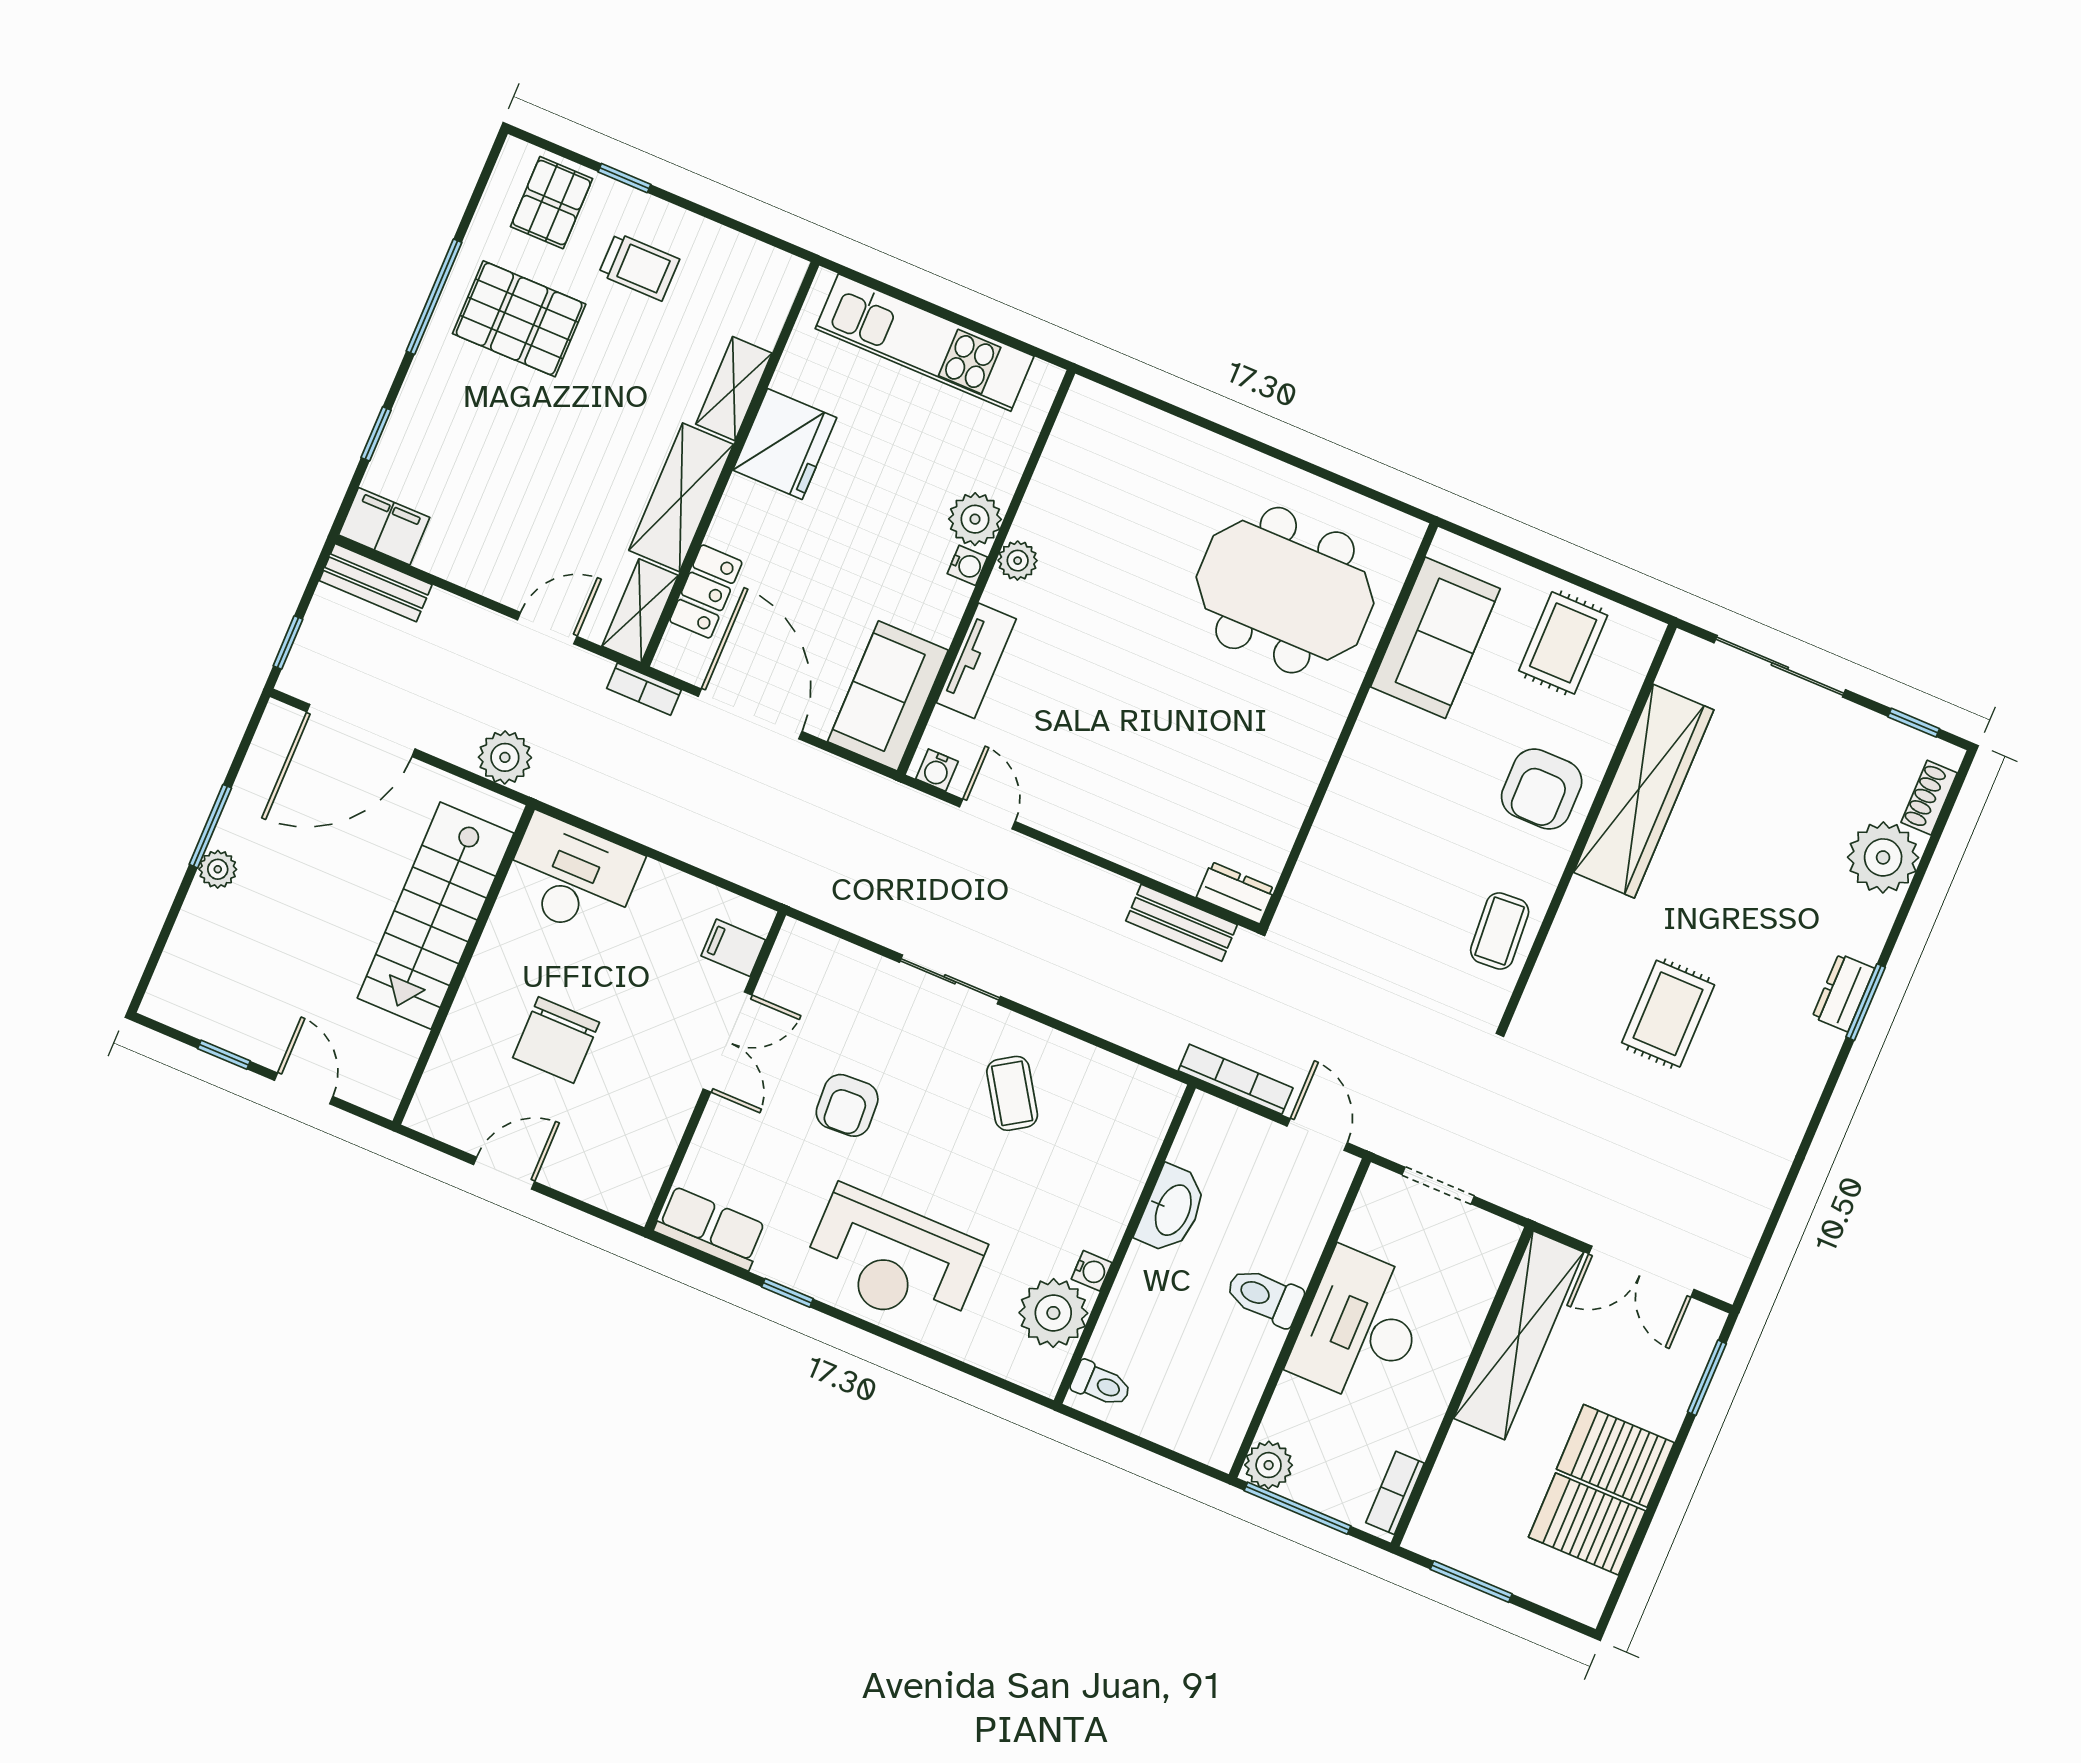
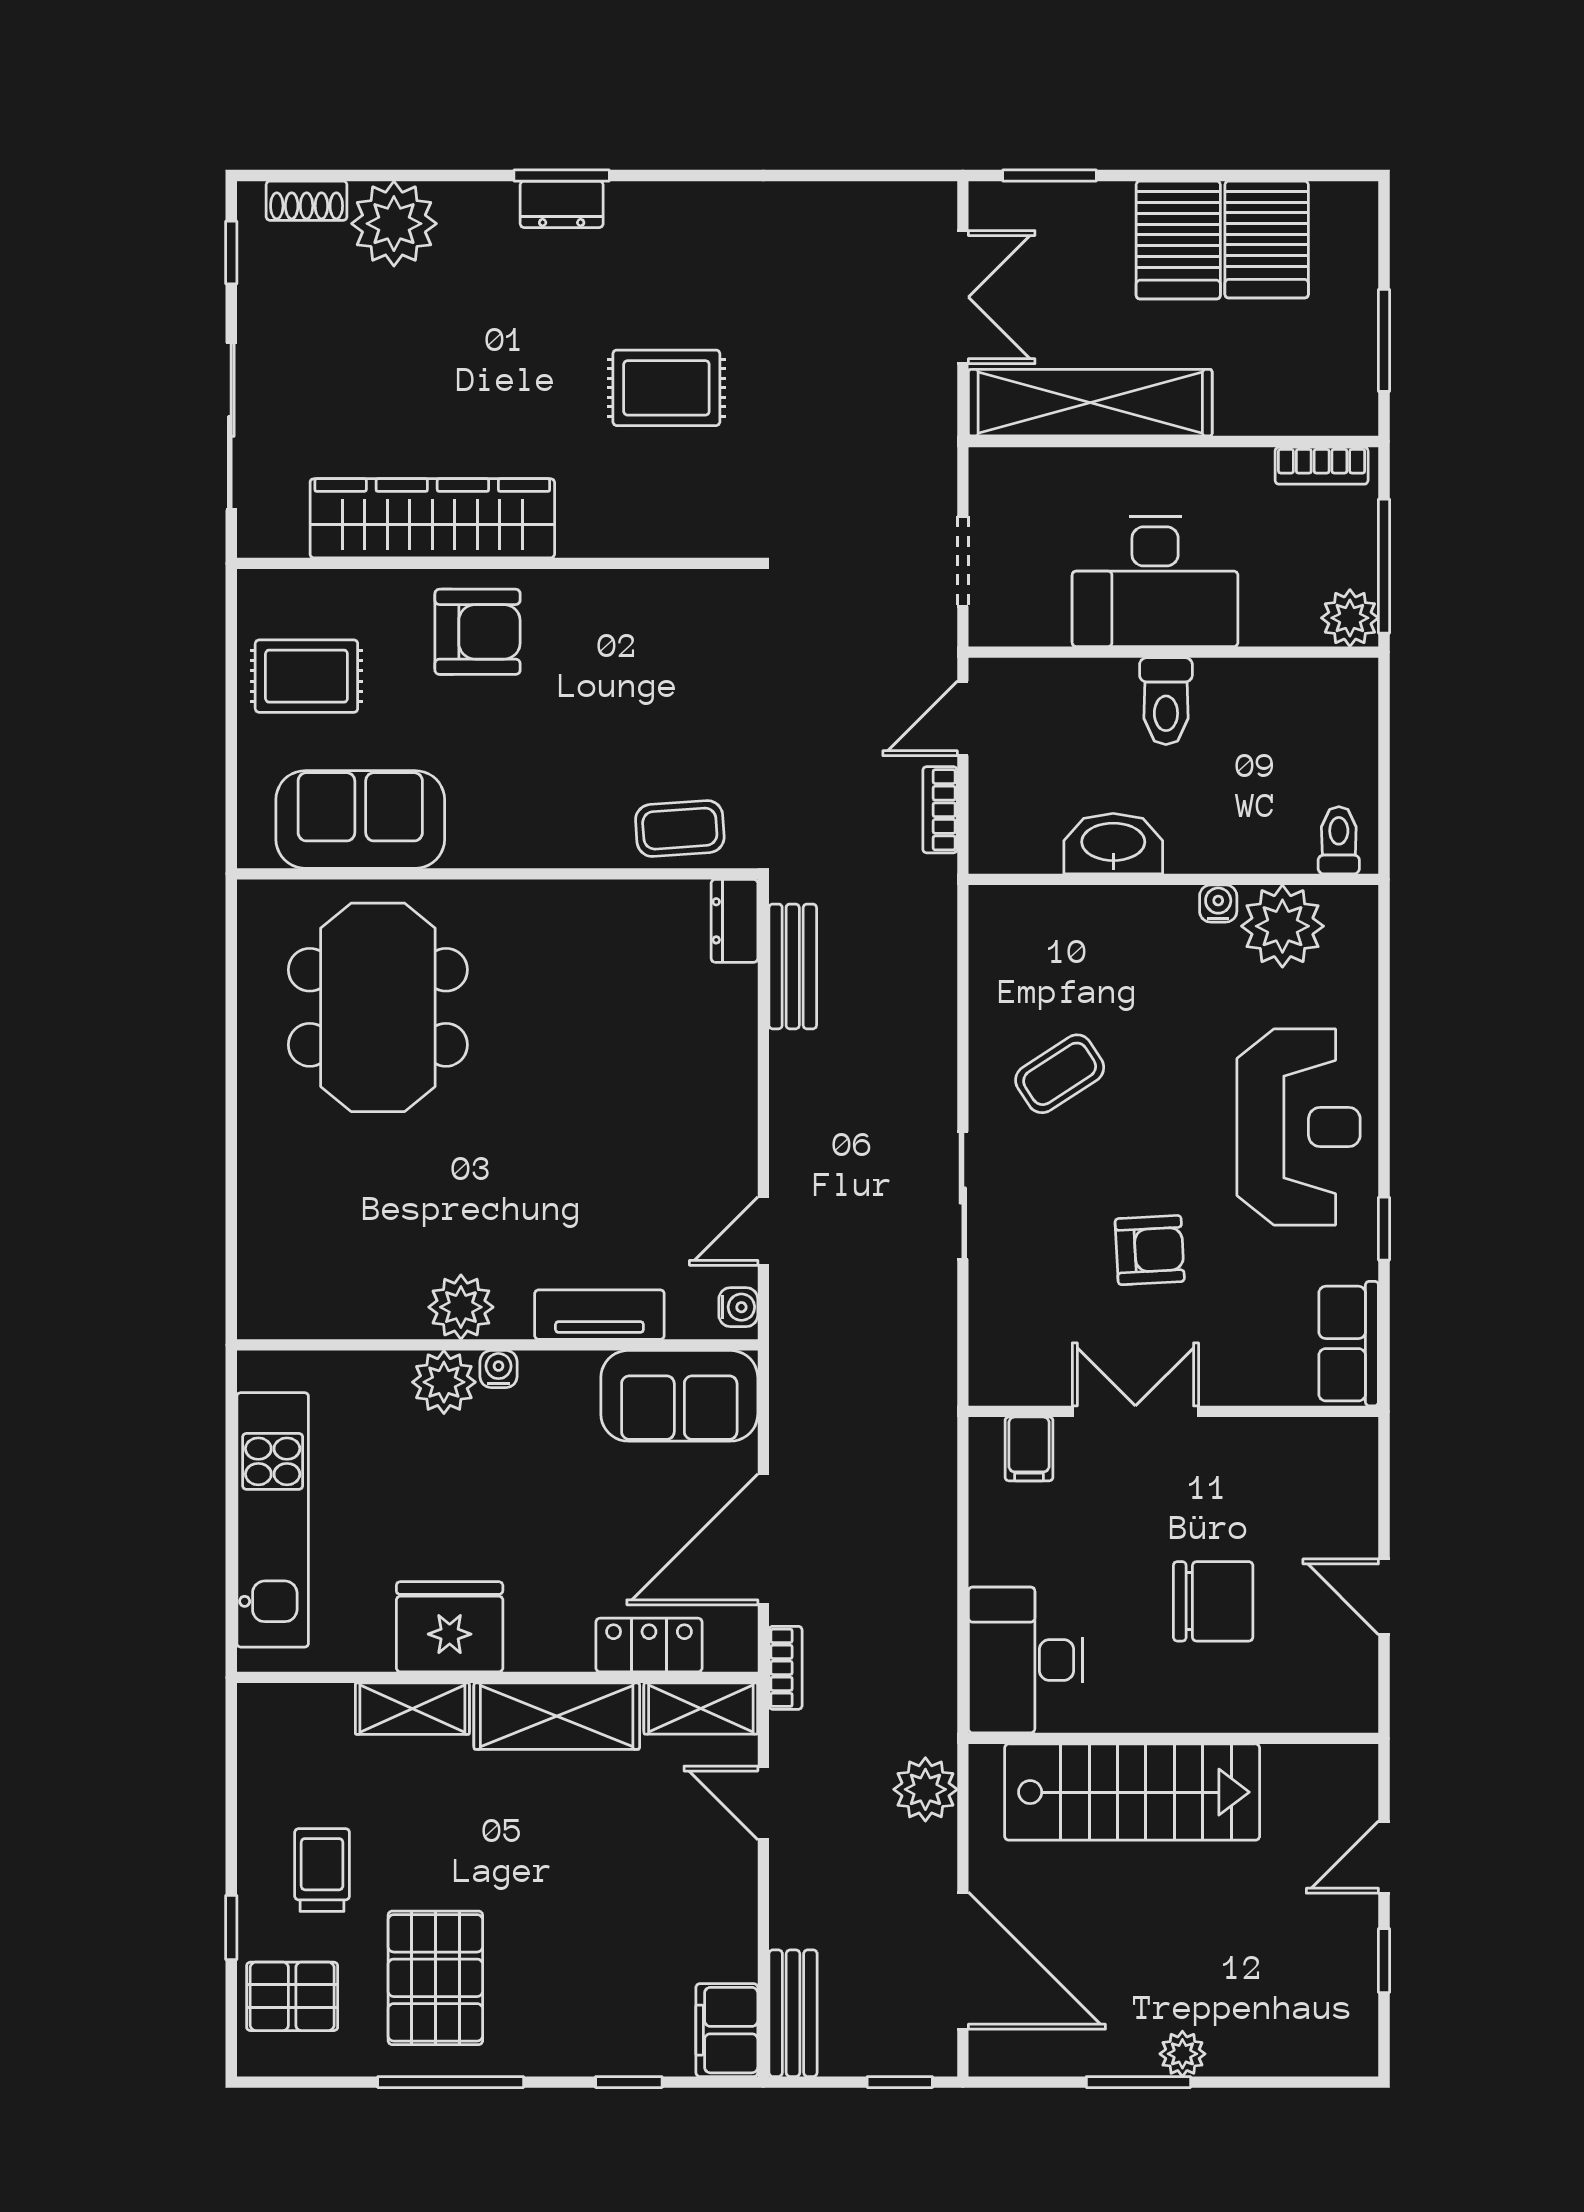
plant: (1018, 561) -> (461, 1307), width x1.38, depth x1.38
coffee table: (1500, 931) -> (680, 829), moved
bookcase: (1236, 1079) -> (940, 810), width x0.64

